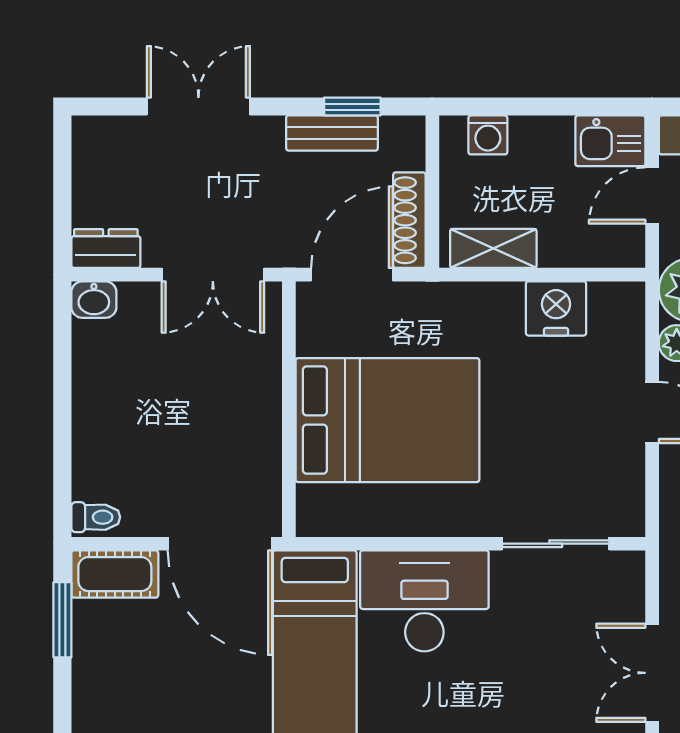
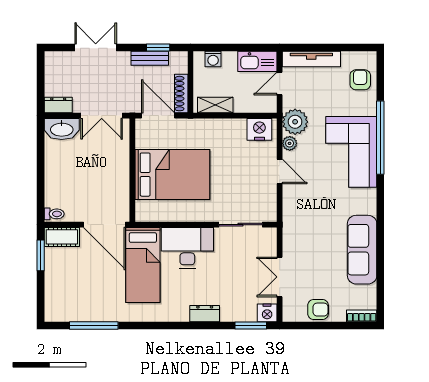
kitchen sink: (610, 141) -> (257, 61), width x1.38
door: (352, 275) -> (158, 116), hinge flipped
washbasin: (94, 300) -> (62, 129), width x1.91, depth x1.45
nightstand: (556, 308) -> (259, 129), moved

